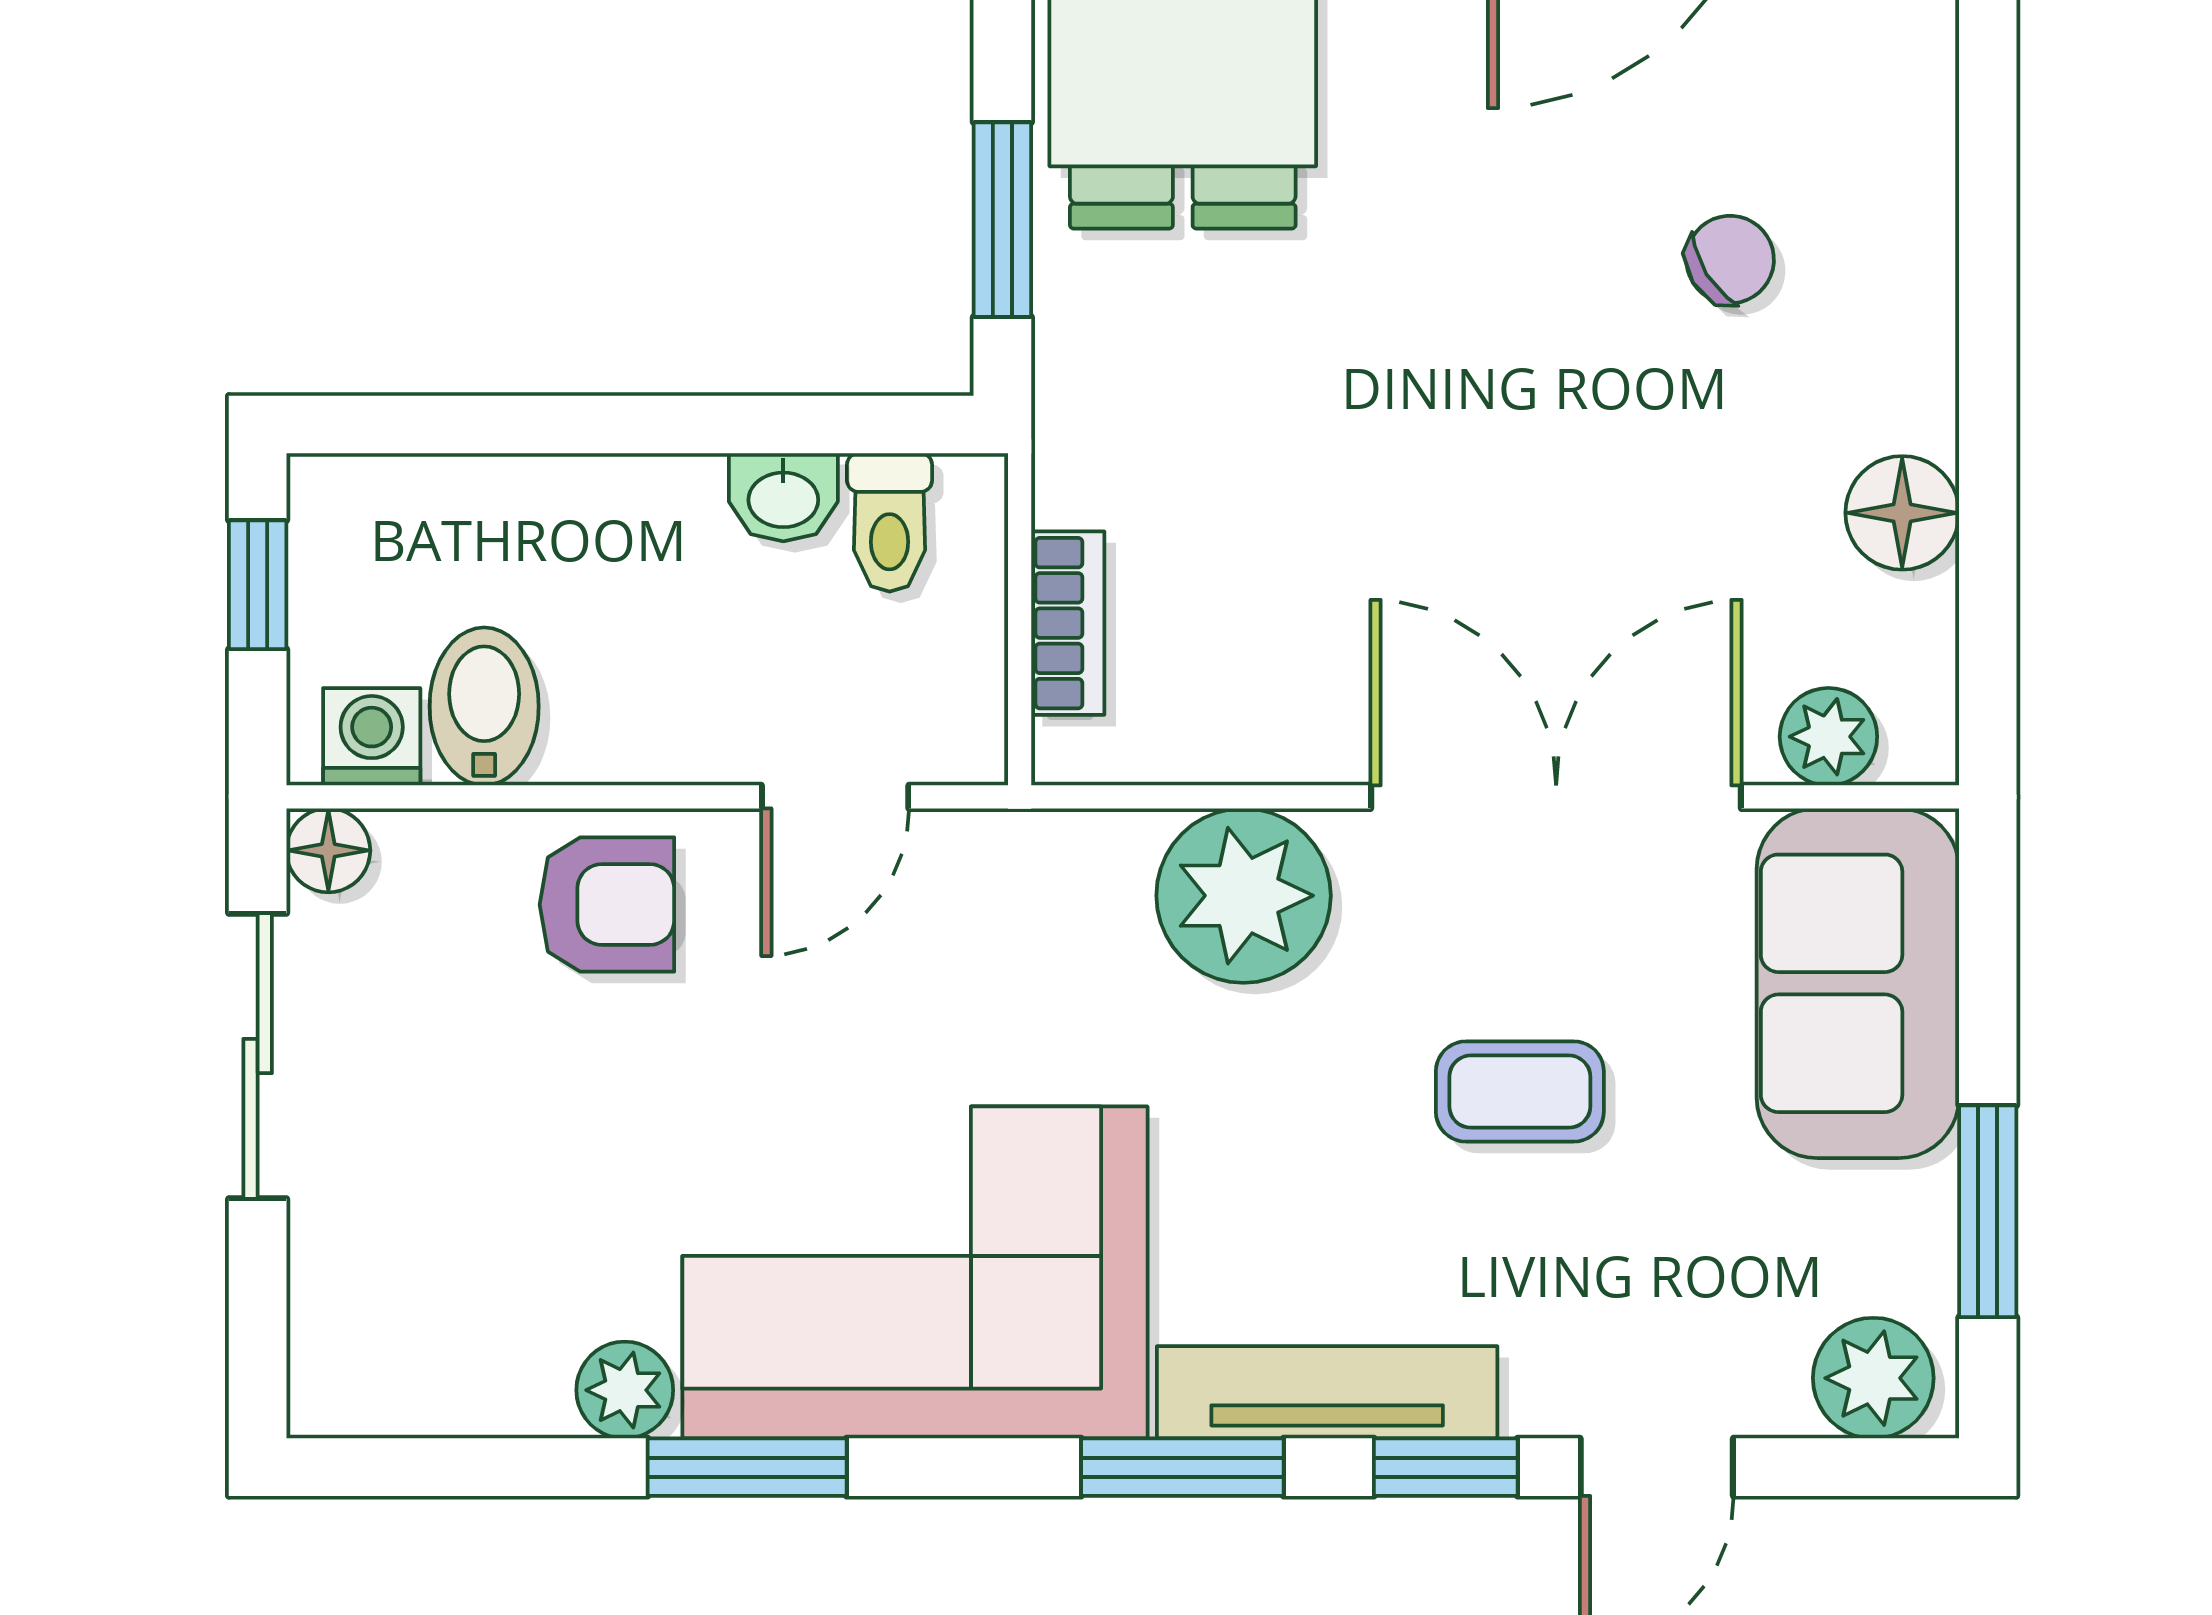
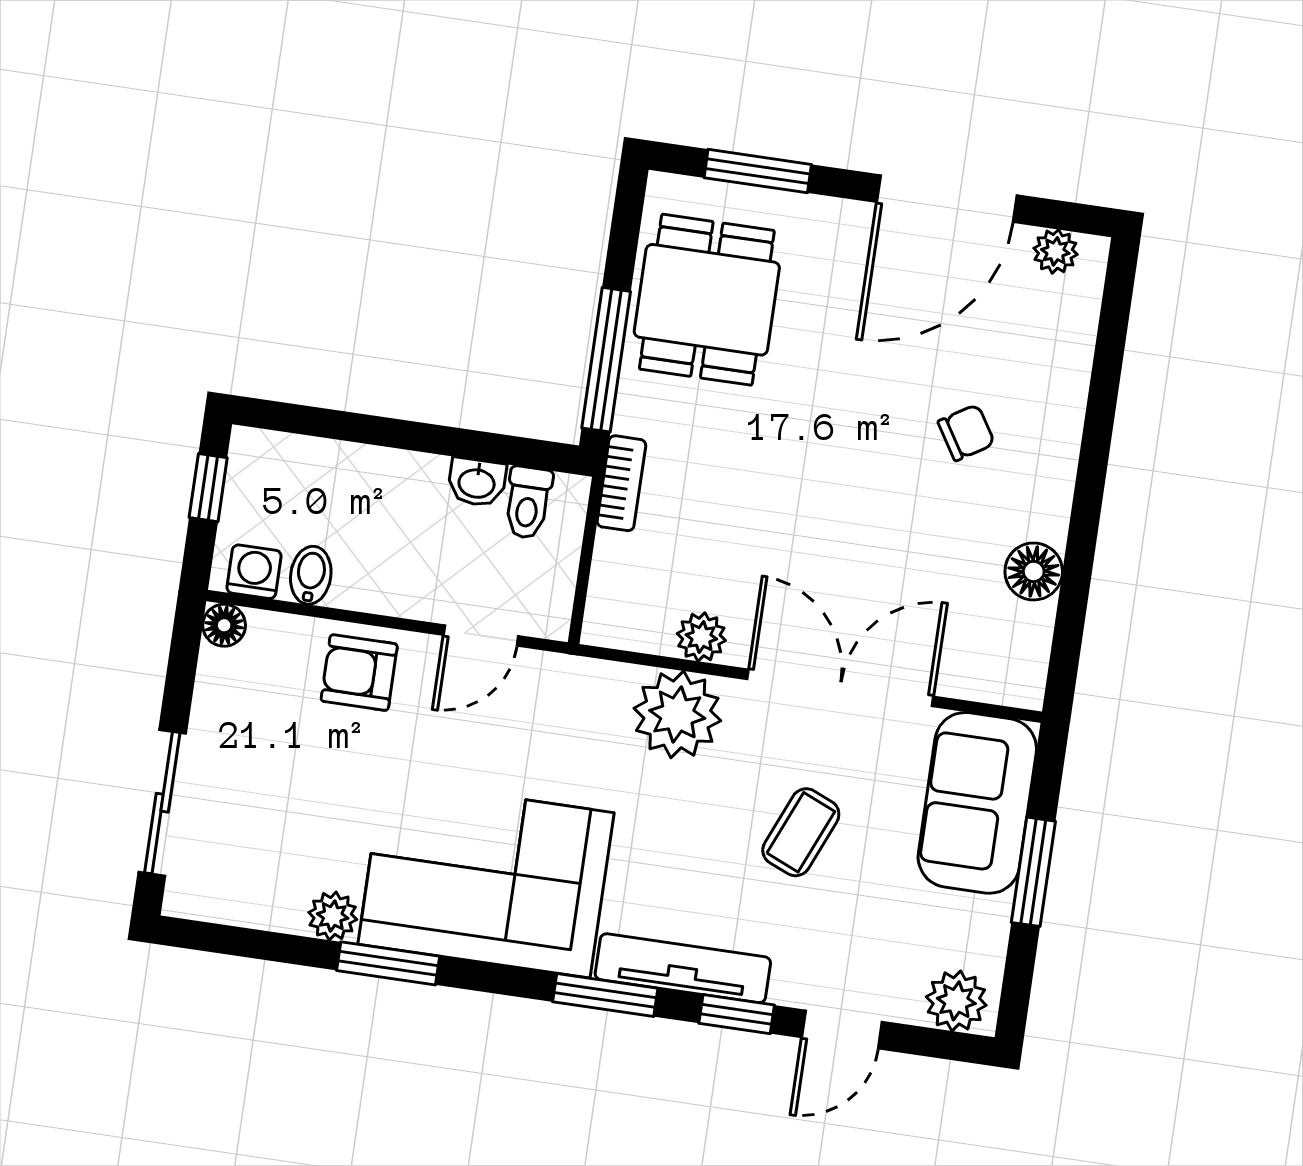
window: (1002, 220) -> (606, 360), width x1.44
bookcase: (1068, 623) -> (621, 483), moved
bidet: (484, 706) -> (311, 575), width x0.72, depth x0.74
plant: (1828, 737) -> (701, 637), moved
armchair: (607, 905) -> (359, 673), turned 180
sliding door: (258, 1056) -> (162, 803), moved
coffee table: (1520, 1092) -> (801, 832), turned -67
window: (1988, 1211) -> (1033, 872), moved

